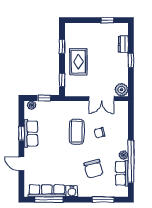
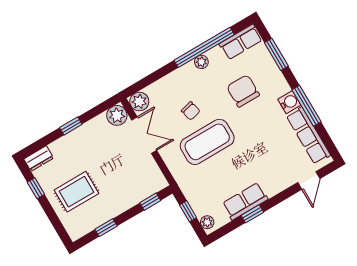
dresser: (123, 44) -> (39, 158), moved
rug: (78, 62) -> (76, 192), moved
plant: (122, 107) -> (139, 102), added
coffee table: (77, 132) -> (207, 142), width x1.36, depth x1.32
door: (21, 164) -> (309, 180), moved
chair: (94, 169) -> (243, 91), turned -75
row of seats: (122, 173) -> (241, 42), moved
window: (49, 200) -> (307, 106), moved

